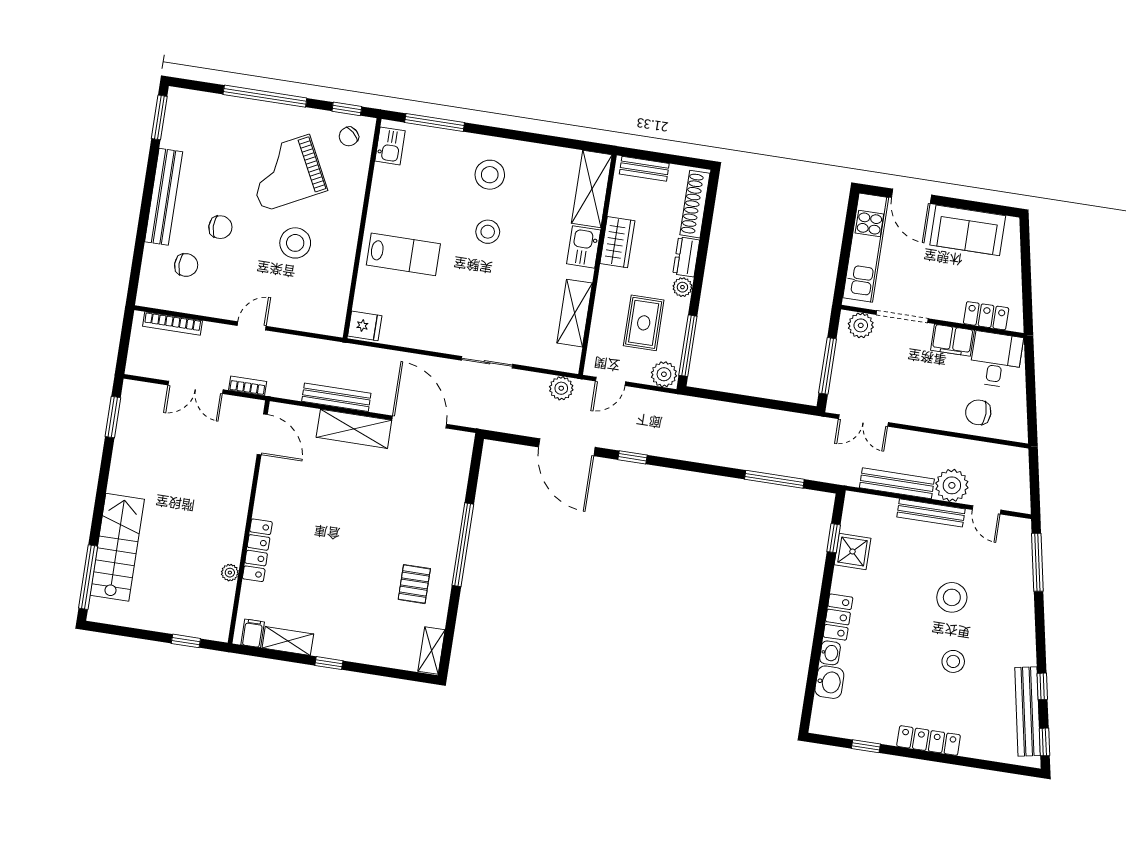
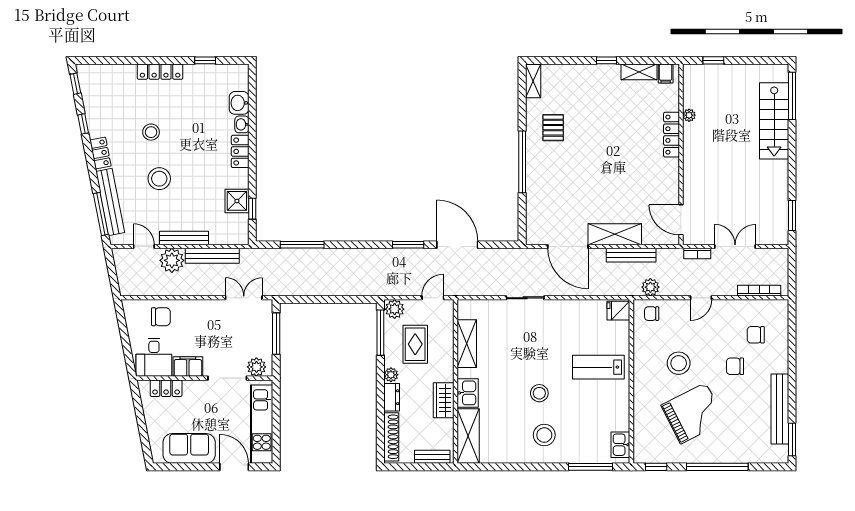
chair: (349, 136) -> (652, 314), moved, turned -132
bench: (164, 197) -> (780, 409), moved
plant: (561, 388) -> (650, 287), moved
window: (633, 457) -> (408, 245), width x1.50
locker: (1025, 644) -> (100, 153), added
bench: (1028, 711) -> (110, 202), moved

